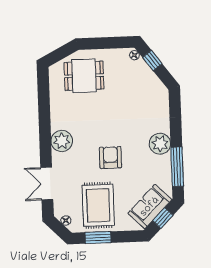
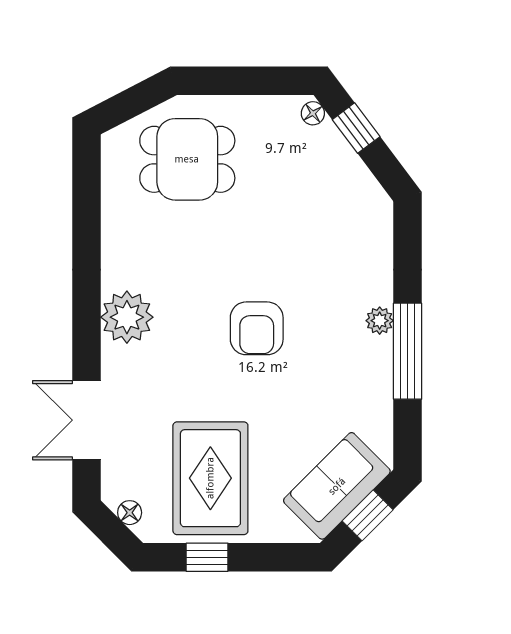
plant: (160, 144) -> (380, 321), width x0.53, depth x0.53
armchair: (110, 158) -> (257, 328), moved, turned 180
window: (177, 167) -> (408, 351), moved
window: (98, 238) -> (207, 557), width x0.67

